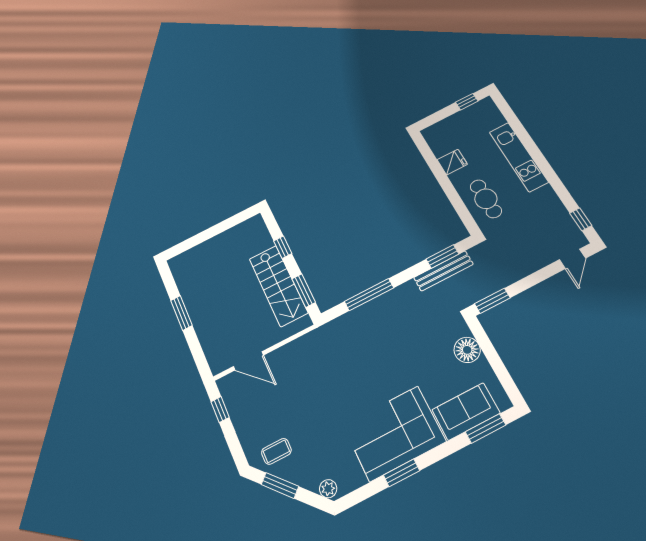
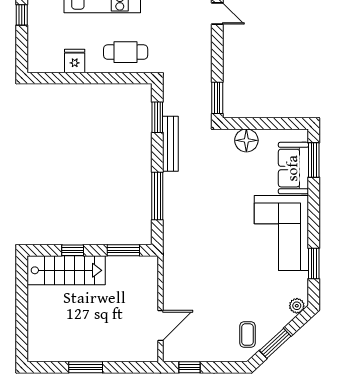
bench: (443, 271) -> (170, 144), moved
stairs: (278, 286) -> (66, 270), moved
window: (401, 473) -> (314, 264), moved

